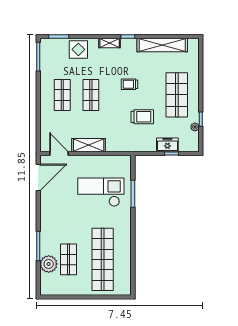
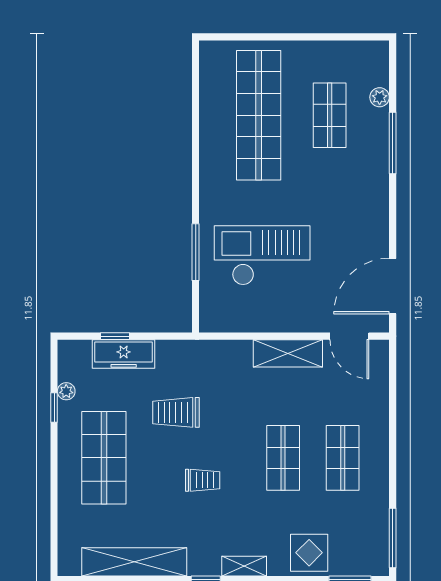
freezer: (167, 145) -> (124, 354), width x1.40
checkout: (101, 192) -> (262, 255), turned 180
plant: (49, 264) -> (380, 97), width x0.53, depth x0.53

